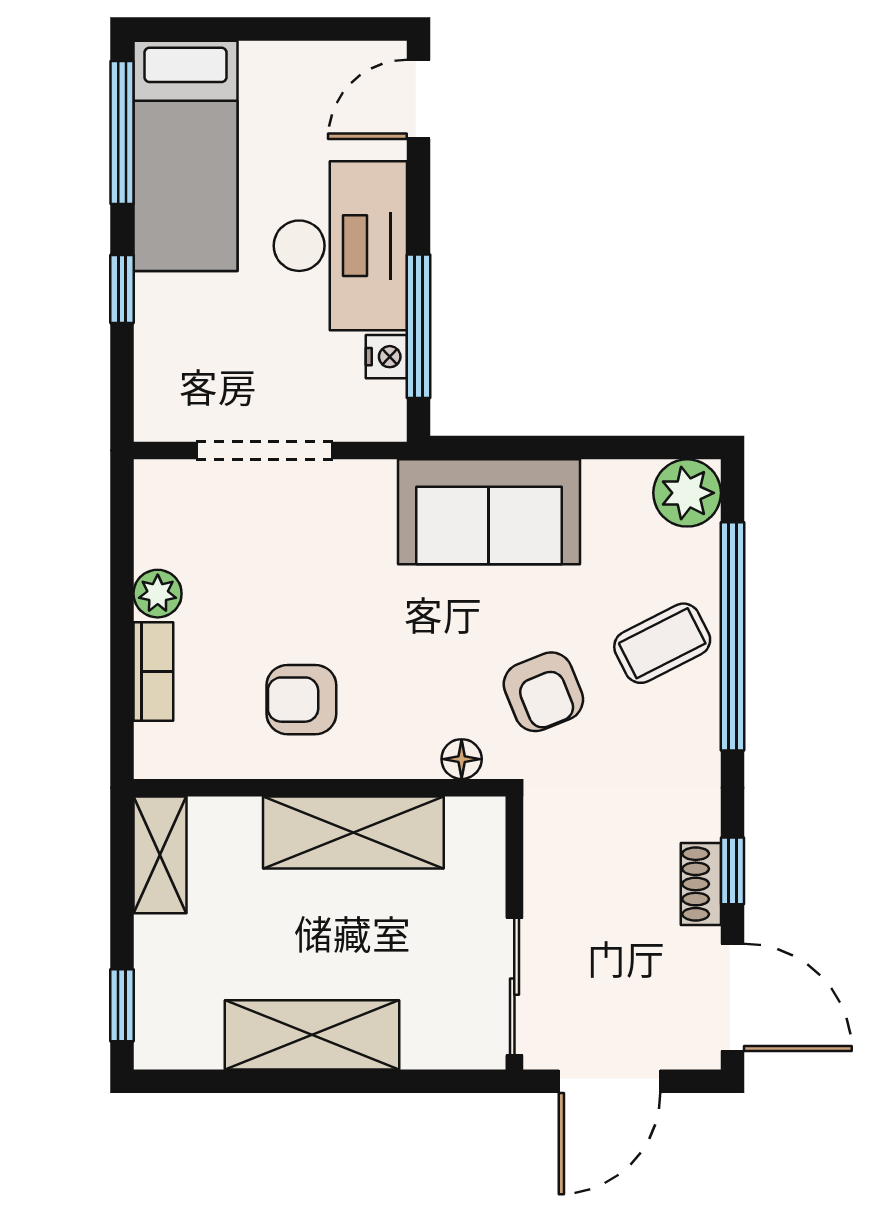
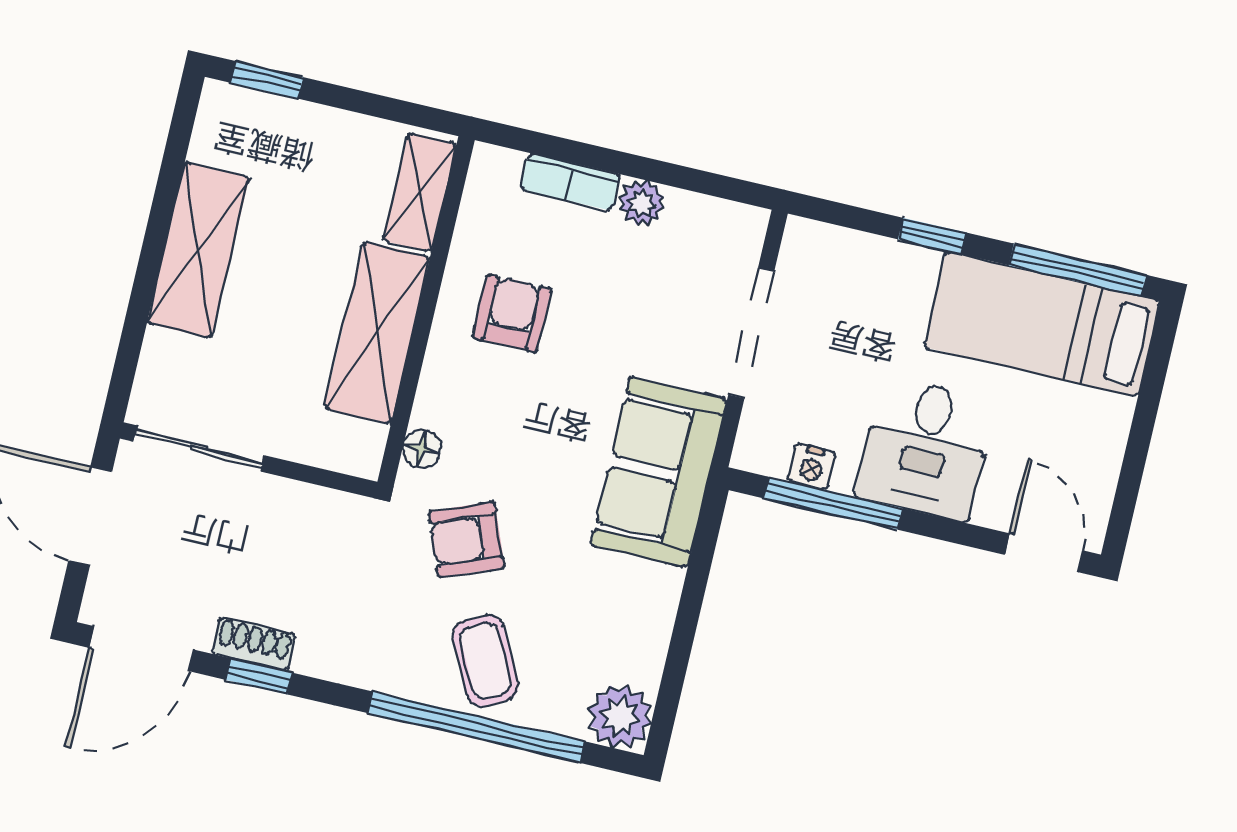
desk: (340, 246) -> (925, 448), width x0.73
sofa: (489, 512) -> (659, 472), moved
shelving: (160, 855) -> (420, 192), moved, turned 90

